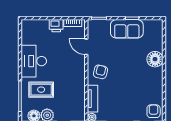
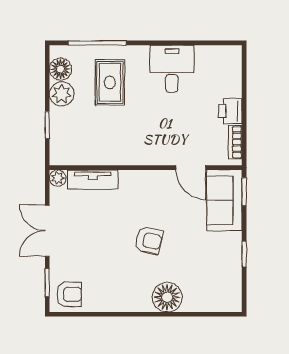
sofa: (127, 29) -> (224, 200), moved
door: (86, 47) -> (191, 168), swing flipped
desk: (34, 61) -> (172, 69), width x0.73
armchair: (100, 72) -> (149, 240), moved

